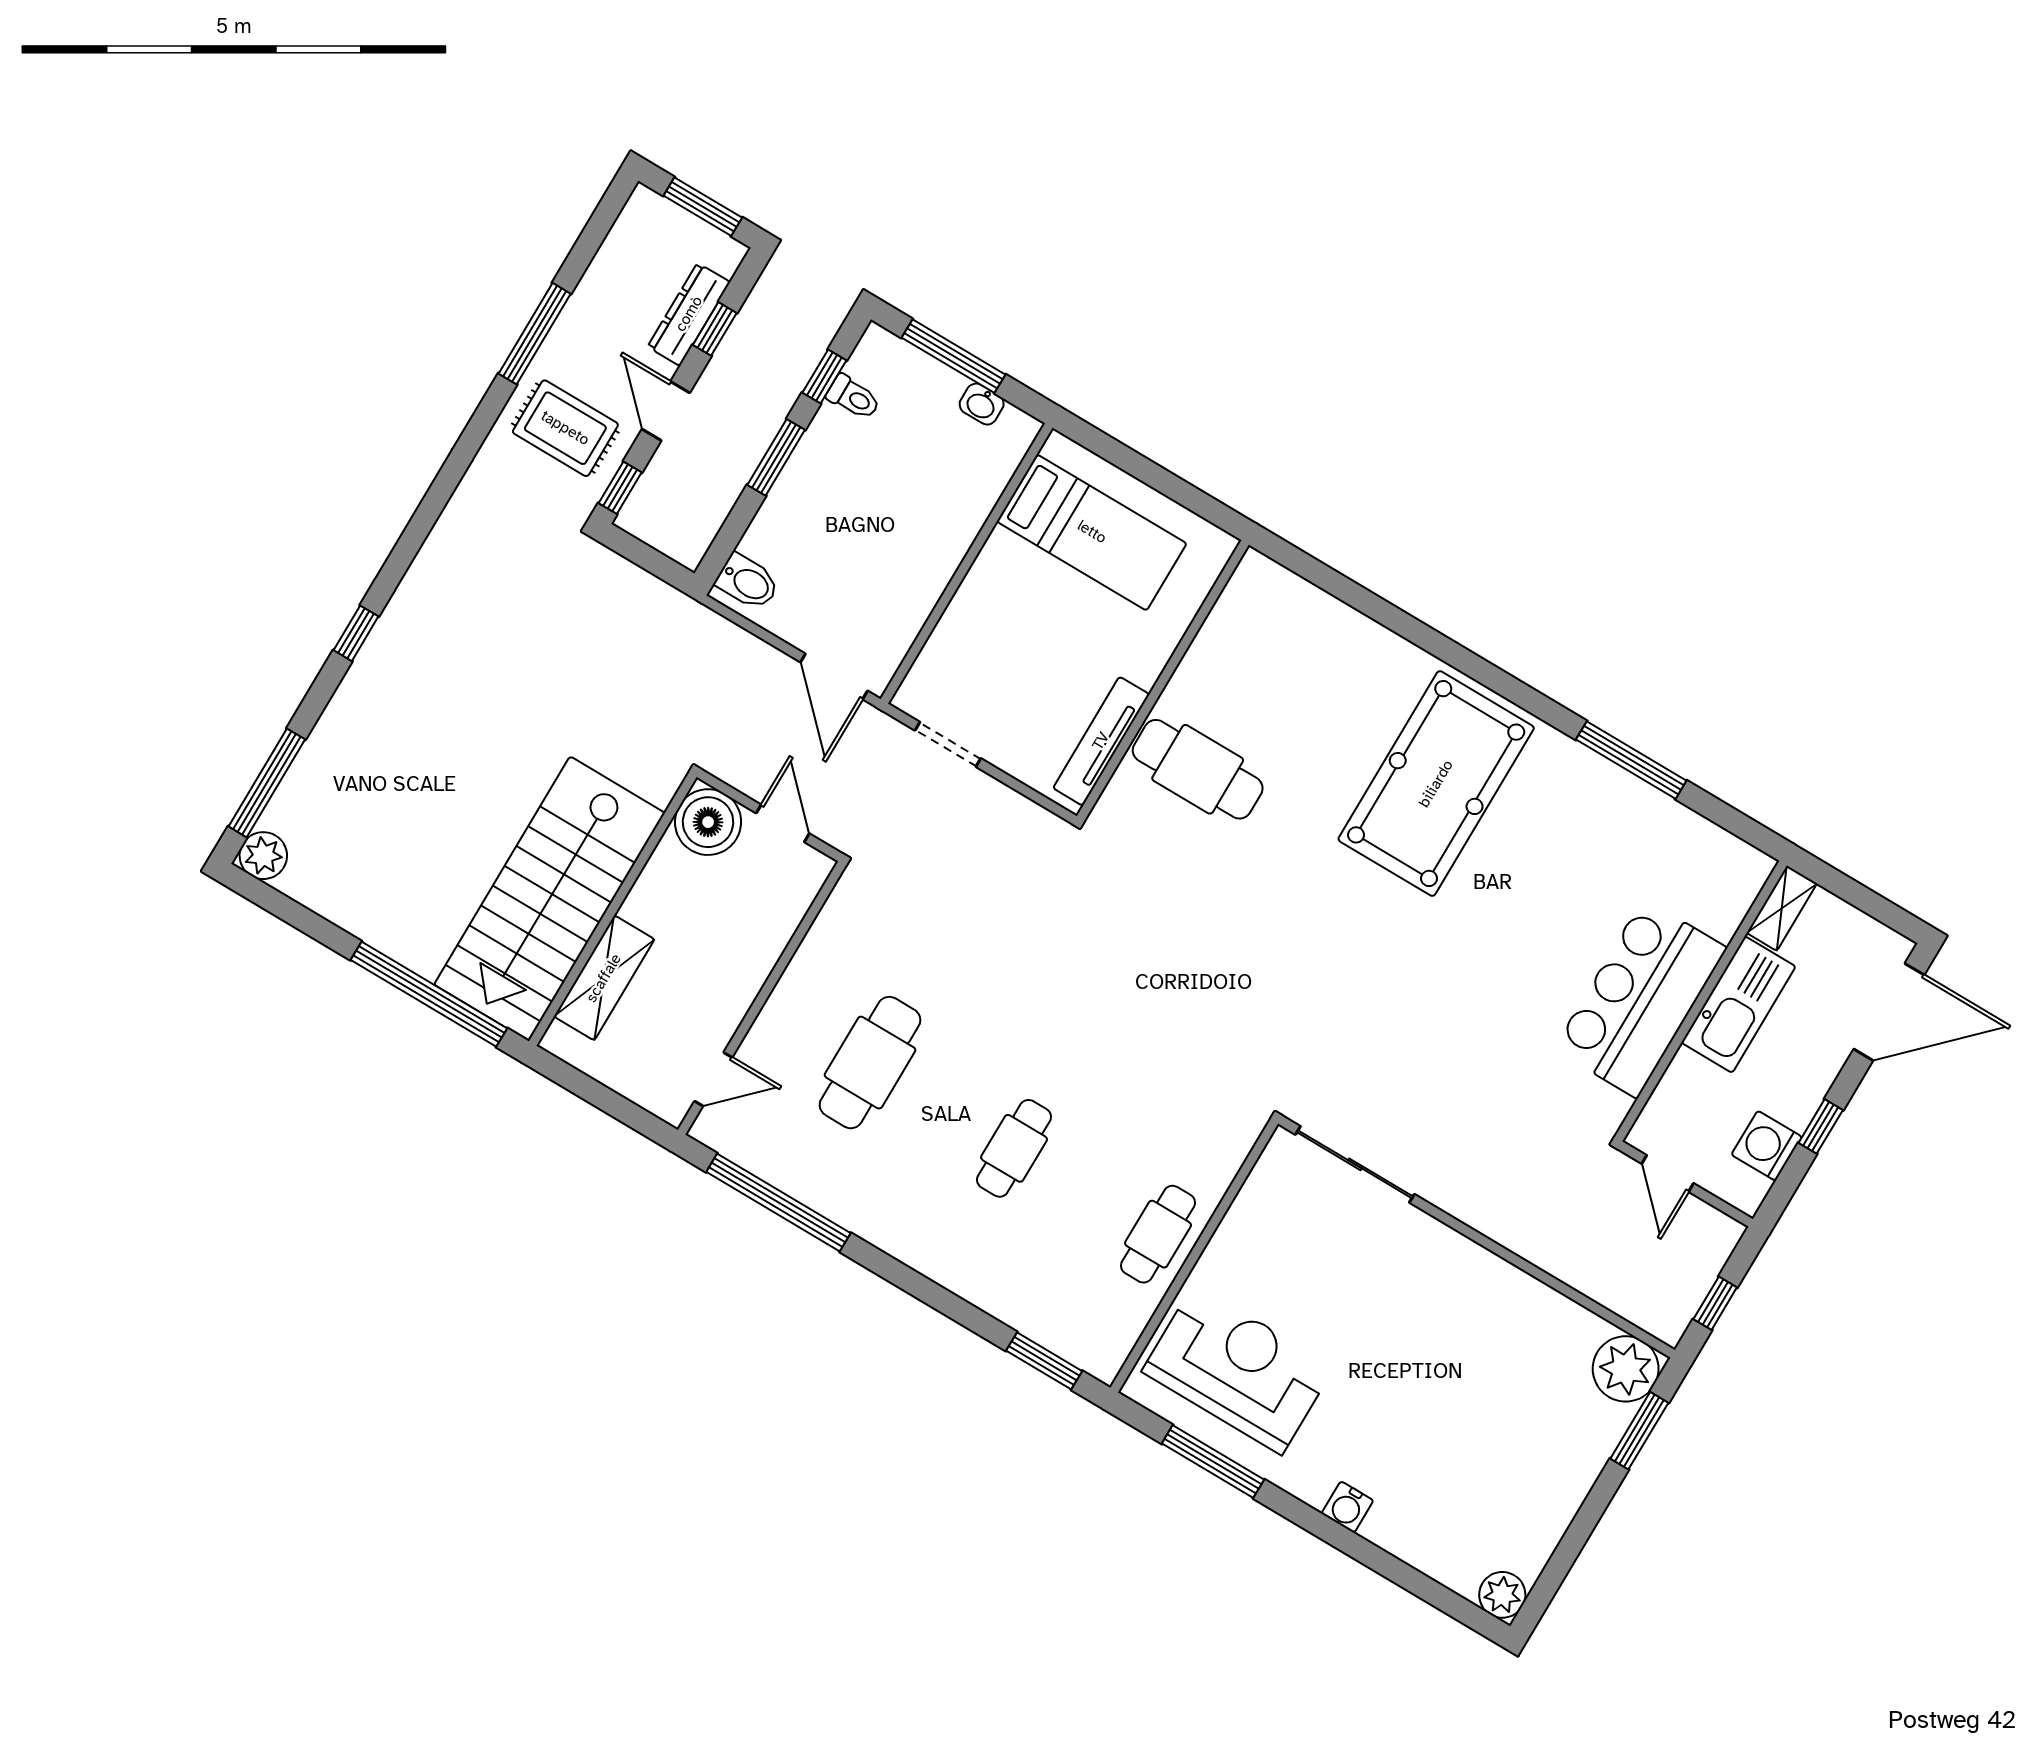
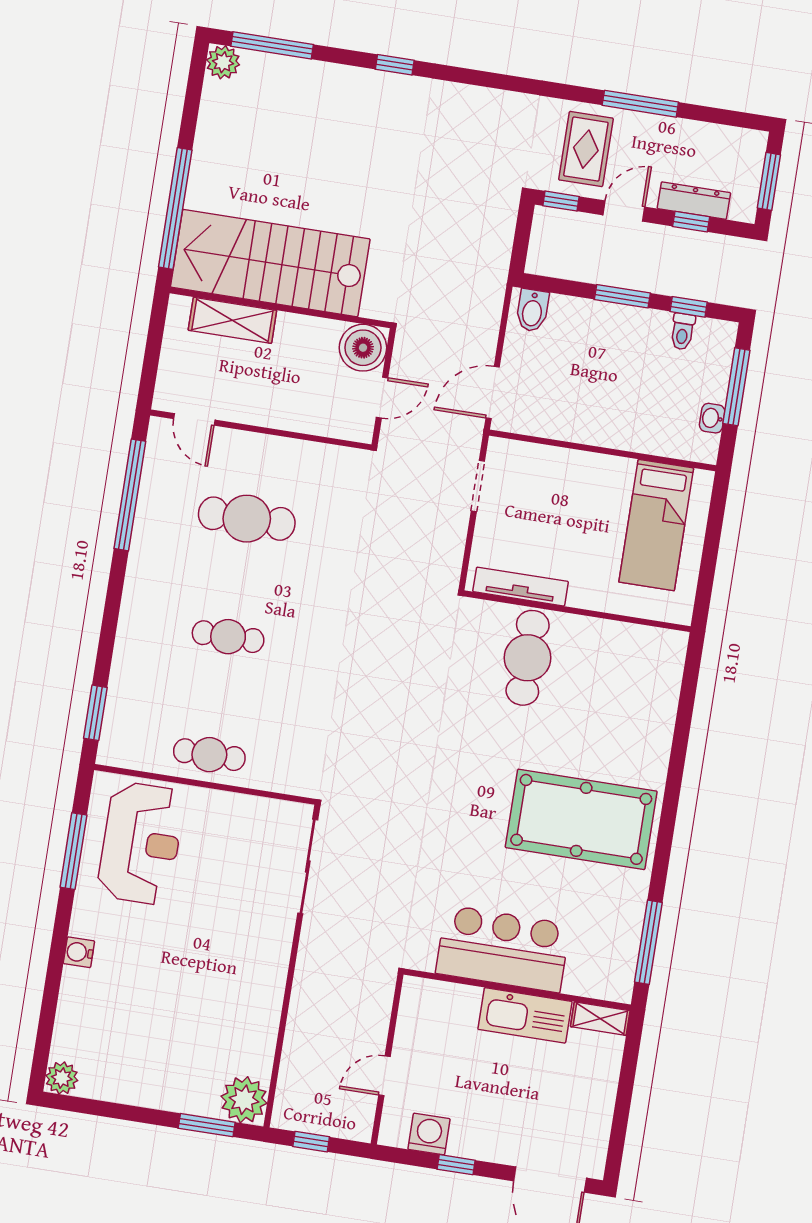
shelving: (1782, 908) -> (600, 1019), moved
bar counter: (1640, 998) -> (503, 949), moved
wall: (1701, 1001) -> (517, 990), moved
kitchen sink: (1738, 1005) -> (525, 1015), moved

